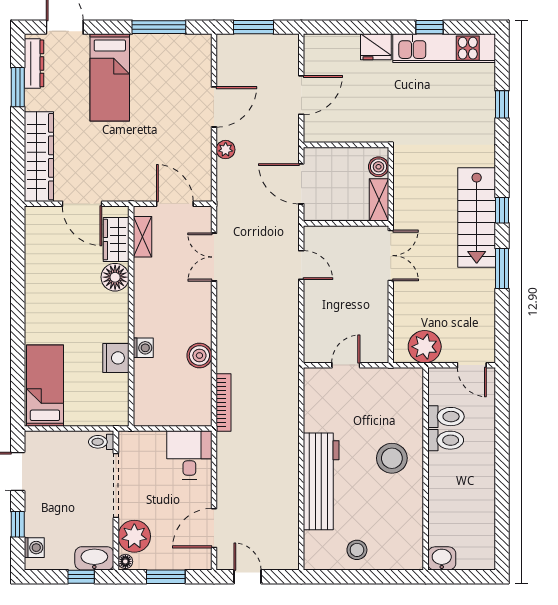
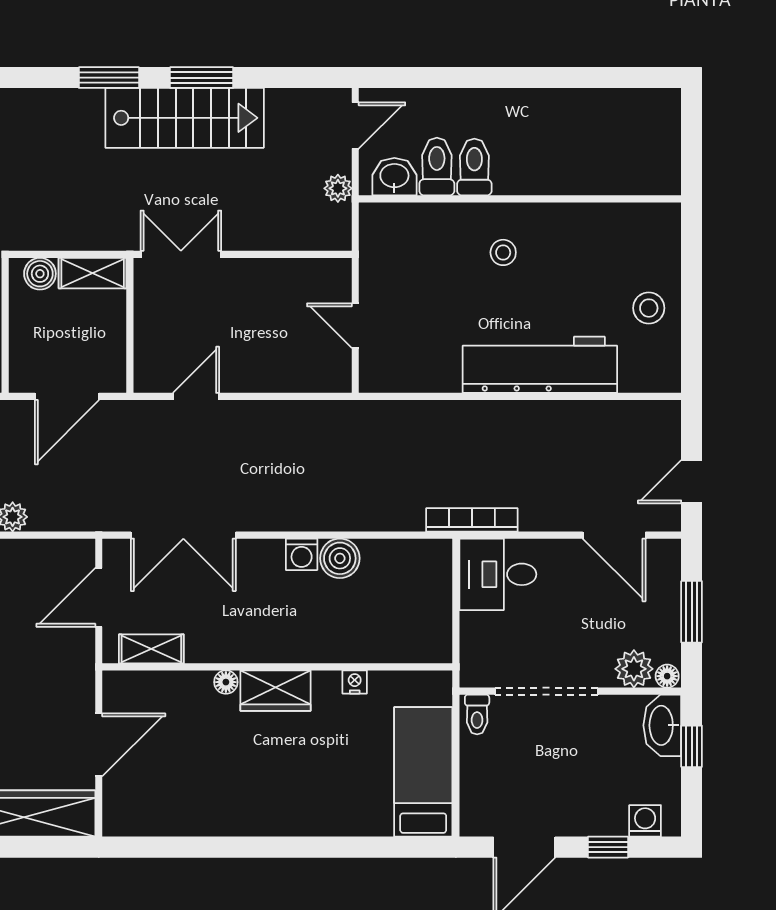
window: (502, 210) -> (109, 78), width x1.50
stairs: (477, 218) -> (185, 118), moved
wardrobe: (116, 239) -> (275, 691), moved
double door: (214, 257) -> (183, 535), width x1.37
floor lamp: (115, 277) -> (226, 682), width x0.53, depth x0.53
plant: (425, 347) -> (338, 188), width x0.53, depth x0.53
washing machine: (143, 348) -> (302, 554), moved, turned 180
nightstand: (116, 358) -> (355, 682), width x0.53, depth x0.56
bed: (45, 386) -> (423, 772), moved, turned 90
bookcase: (224, 403) -> (472, 520), moved
stool: (392, 458) -> (503, 252), width x0.53, depth x0.53
plant: (134, 536) -> (634, 669), width x0.73, depth x0.73
washbasin: (442, 558) -> (394, 177), moved, turned 90

